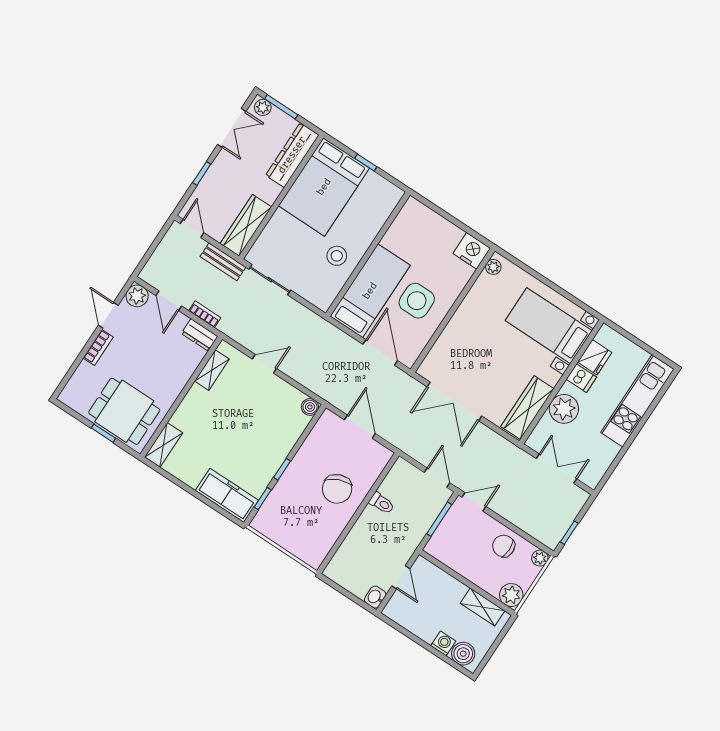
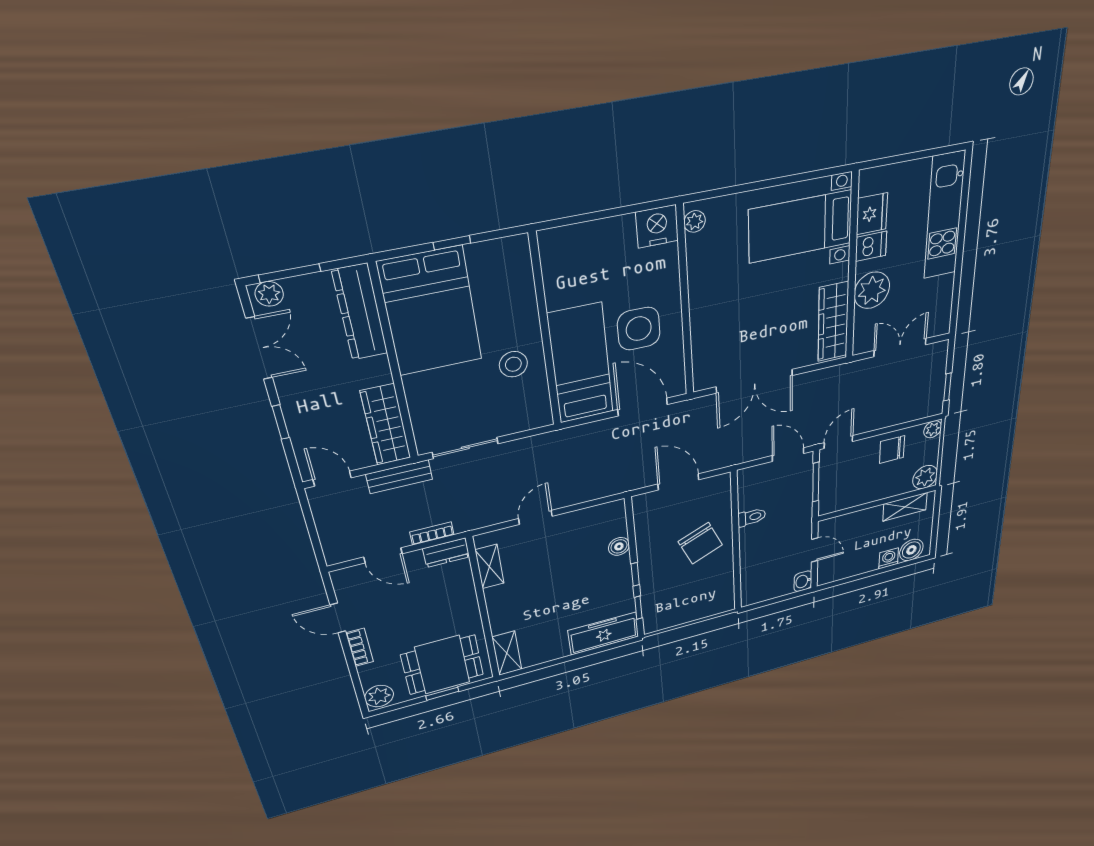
plant: (137, 296) -> (379, 696), moved
boiler: (310, 407) -> (619, 546), moved

